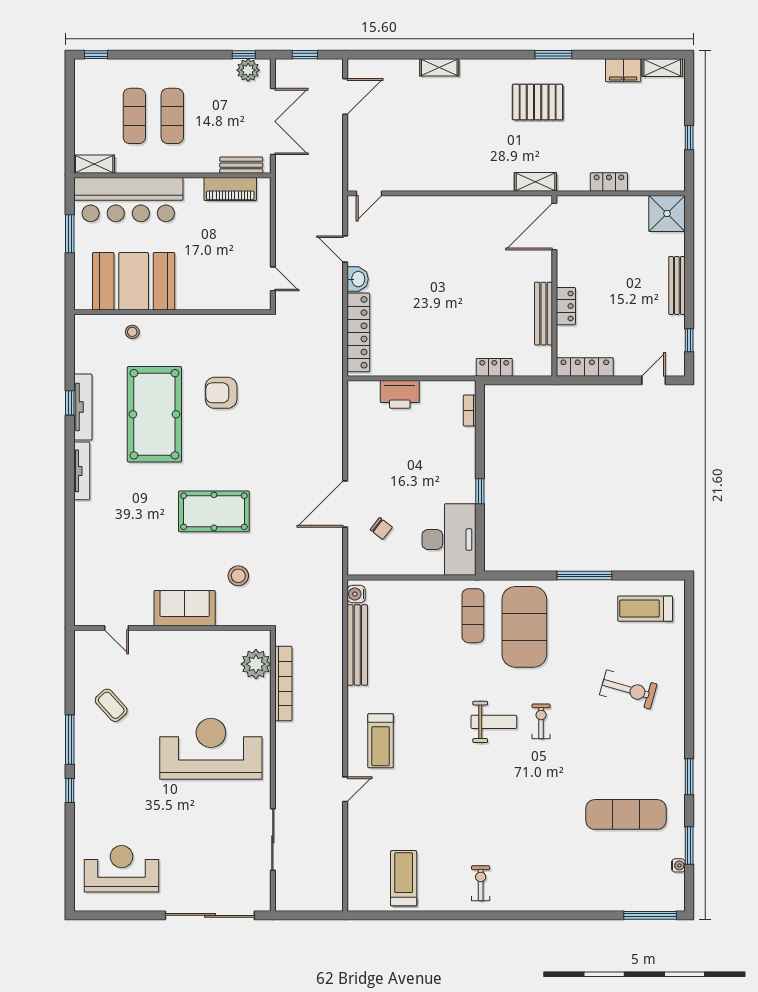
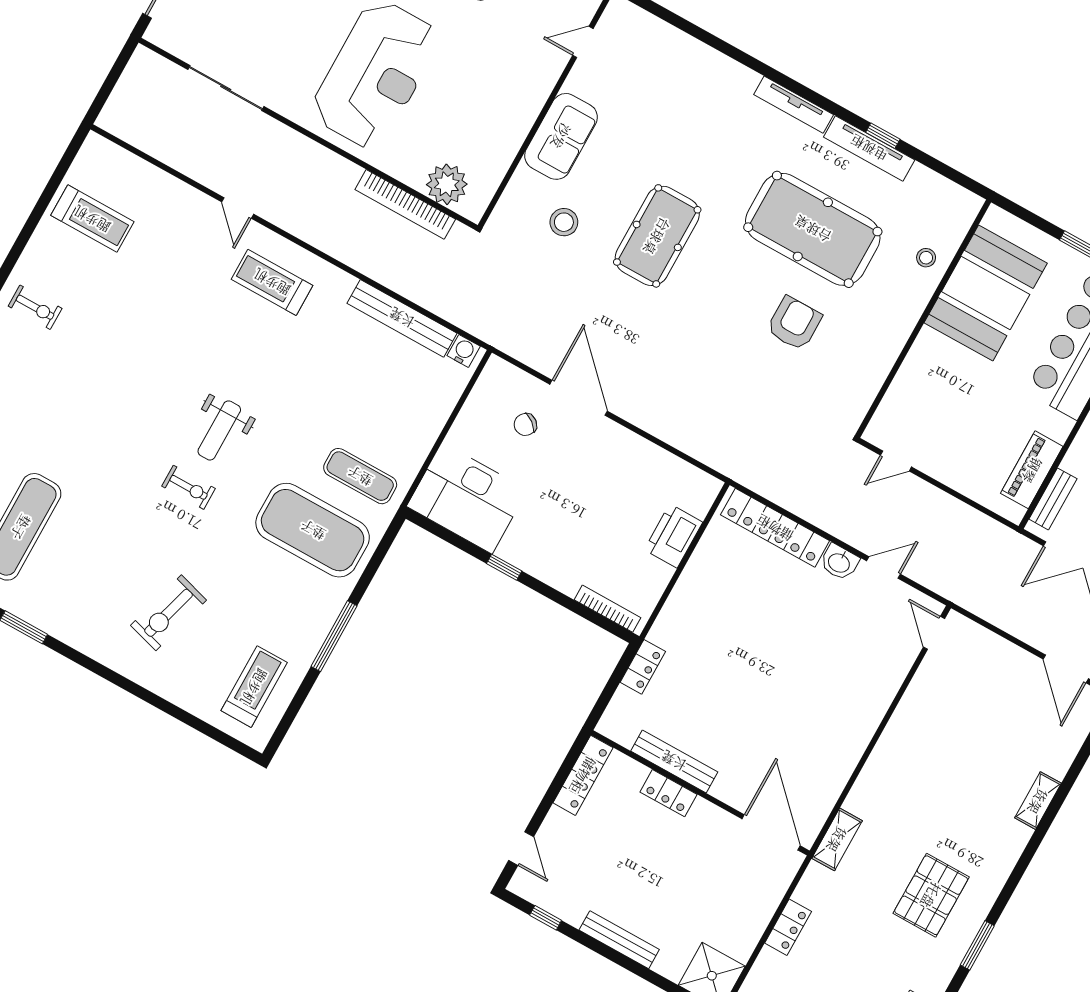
bookcase: (470, 411) -> (608, 609), width x1.56

